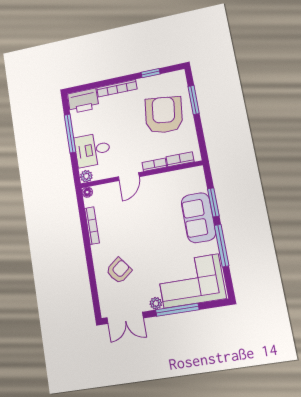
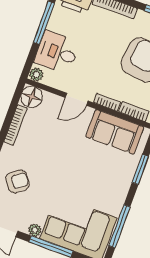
floor lamp: (87, 192) -> (32, 97), width x1.89, depth x1.89
sofa: (198, 218) -> (115, 132), moved, turned -90
window: (222, 246) -> (119, 226), moved

